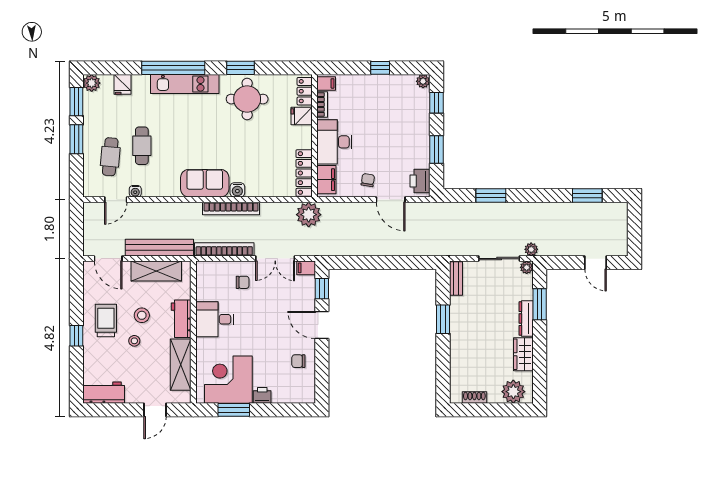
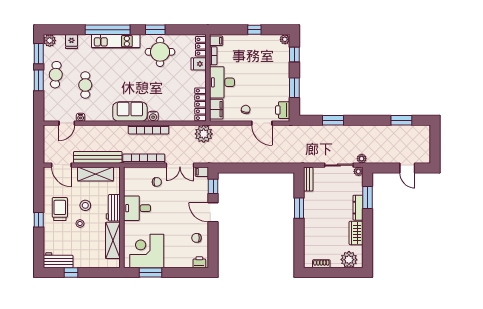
cafe table: (110, 157) -> (56, 75), moved
printer: (262, 395) -> (199, 262), moved
window: (122, 410) -> (71, 273), added
door: (155, 410) -> (95, 273), removed

